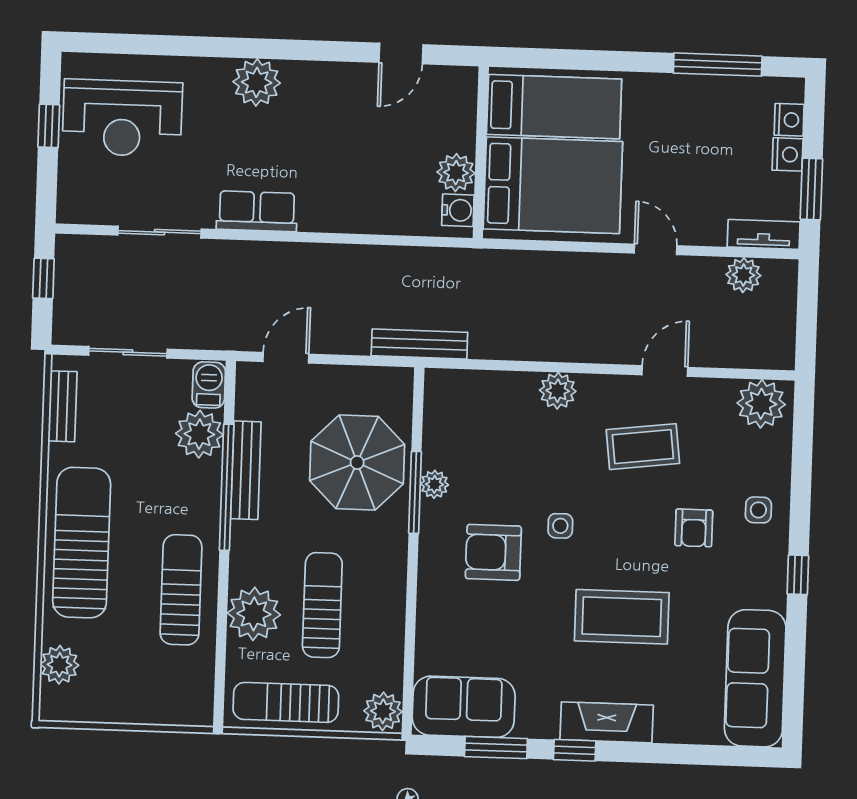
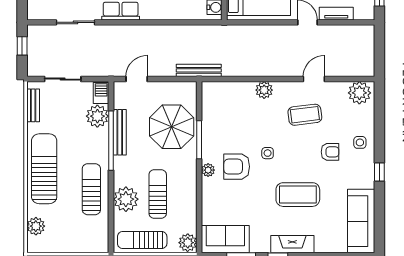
tv unit: (764, 234) -> (336, 14), moved
plant: (743, 275) -> (349, 33), removed
plant: (434, 484) -> (208, 170), moved
armchair: (694, 528) -> (330, 152), turned -90

